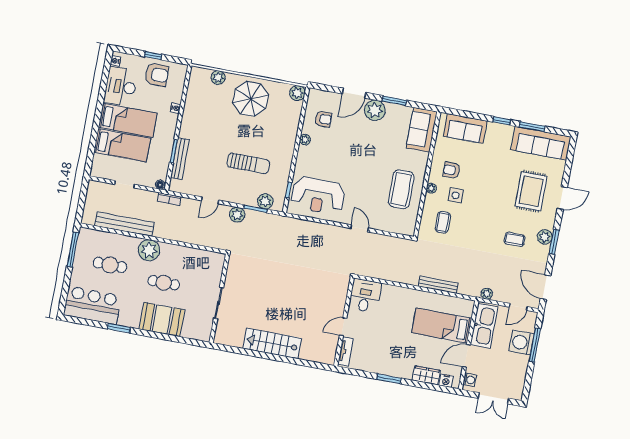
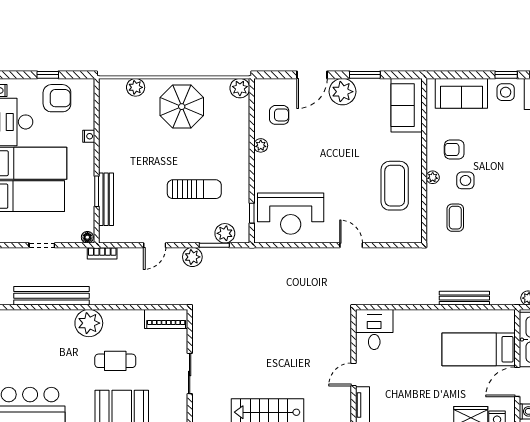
side table: (499, 134) -> (506, 92), added
piano: (208, 258) -> (166, 319), added
cafe table: (110, 265) -> (43, 351), removed

